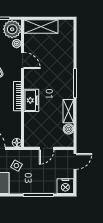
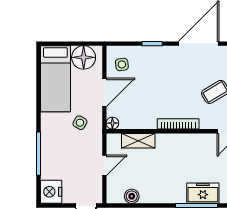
freezer: (31, 100) -> (203, 193), moved, turned 180
shelving: (68, 111) -> (138, 141), moved
door: (47, 148) -> (104, 165), swing flipped

